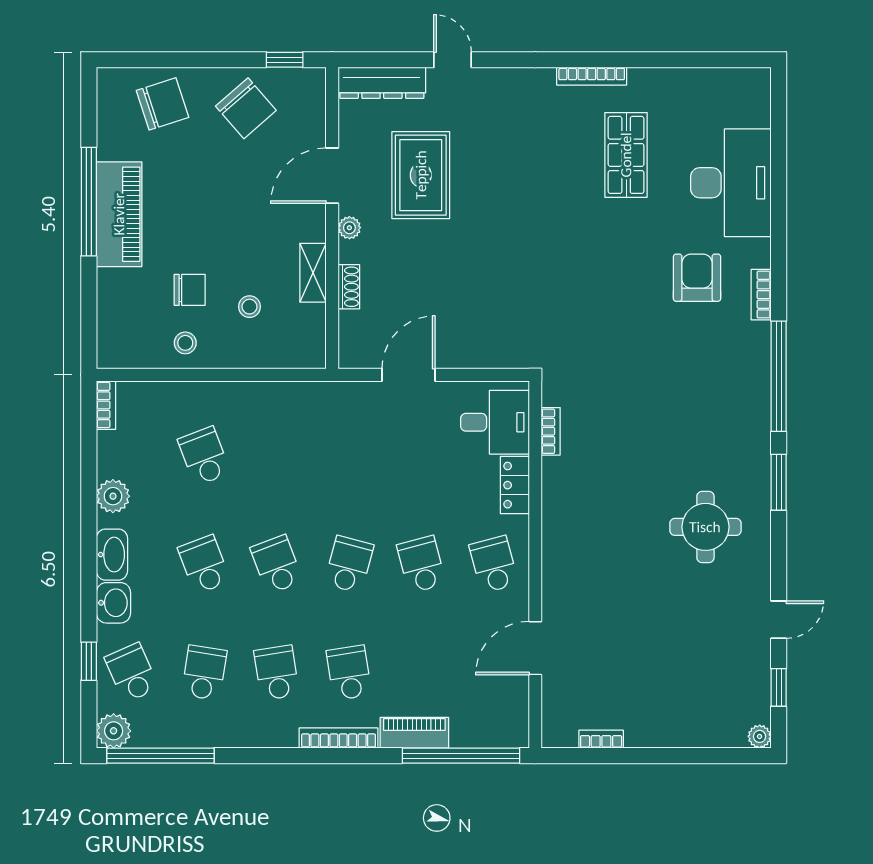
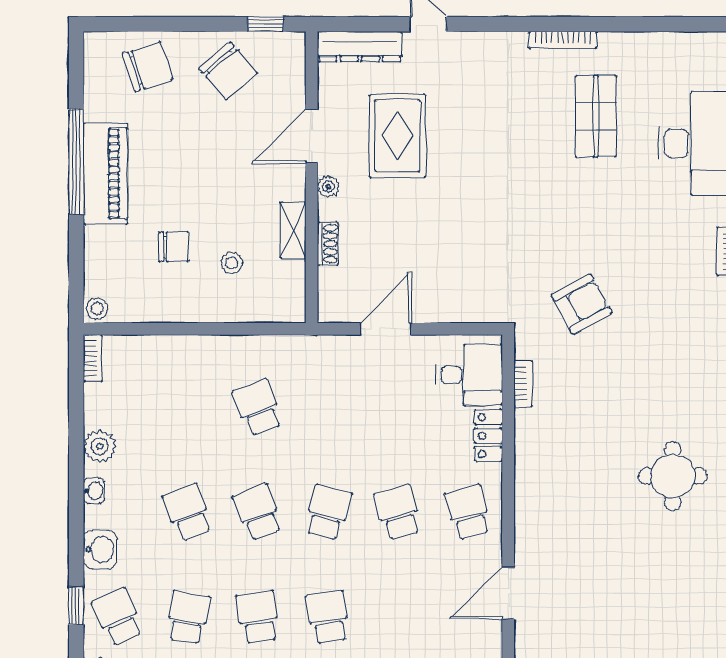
armchair: (697, 278) -> (582, 304), moved, turned 61
stool: (185, 343) -> (97, 309), moved
school desk: (204, 456) -> (258, 407), moved
washbasin: (112, 555) -> (94, 491), width x0.52, depth x0.69

